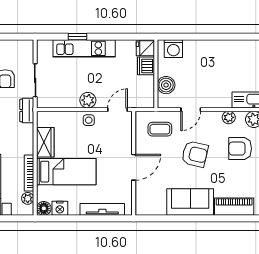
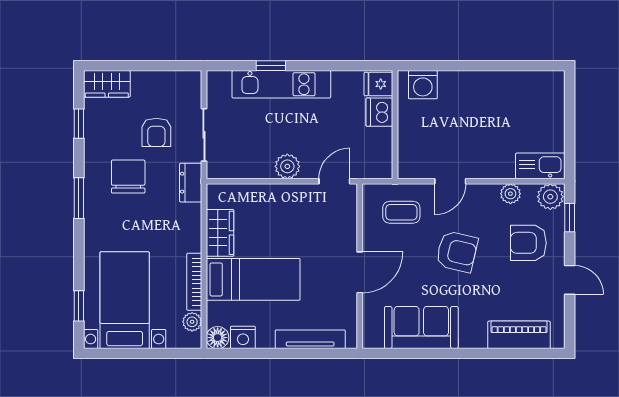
boiler: (166, 85) -> (411, 142), removed
side table: (89, 120) -> (289, 198), removed
sofa: (190, 202) -> (421, 327), moved

